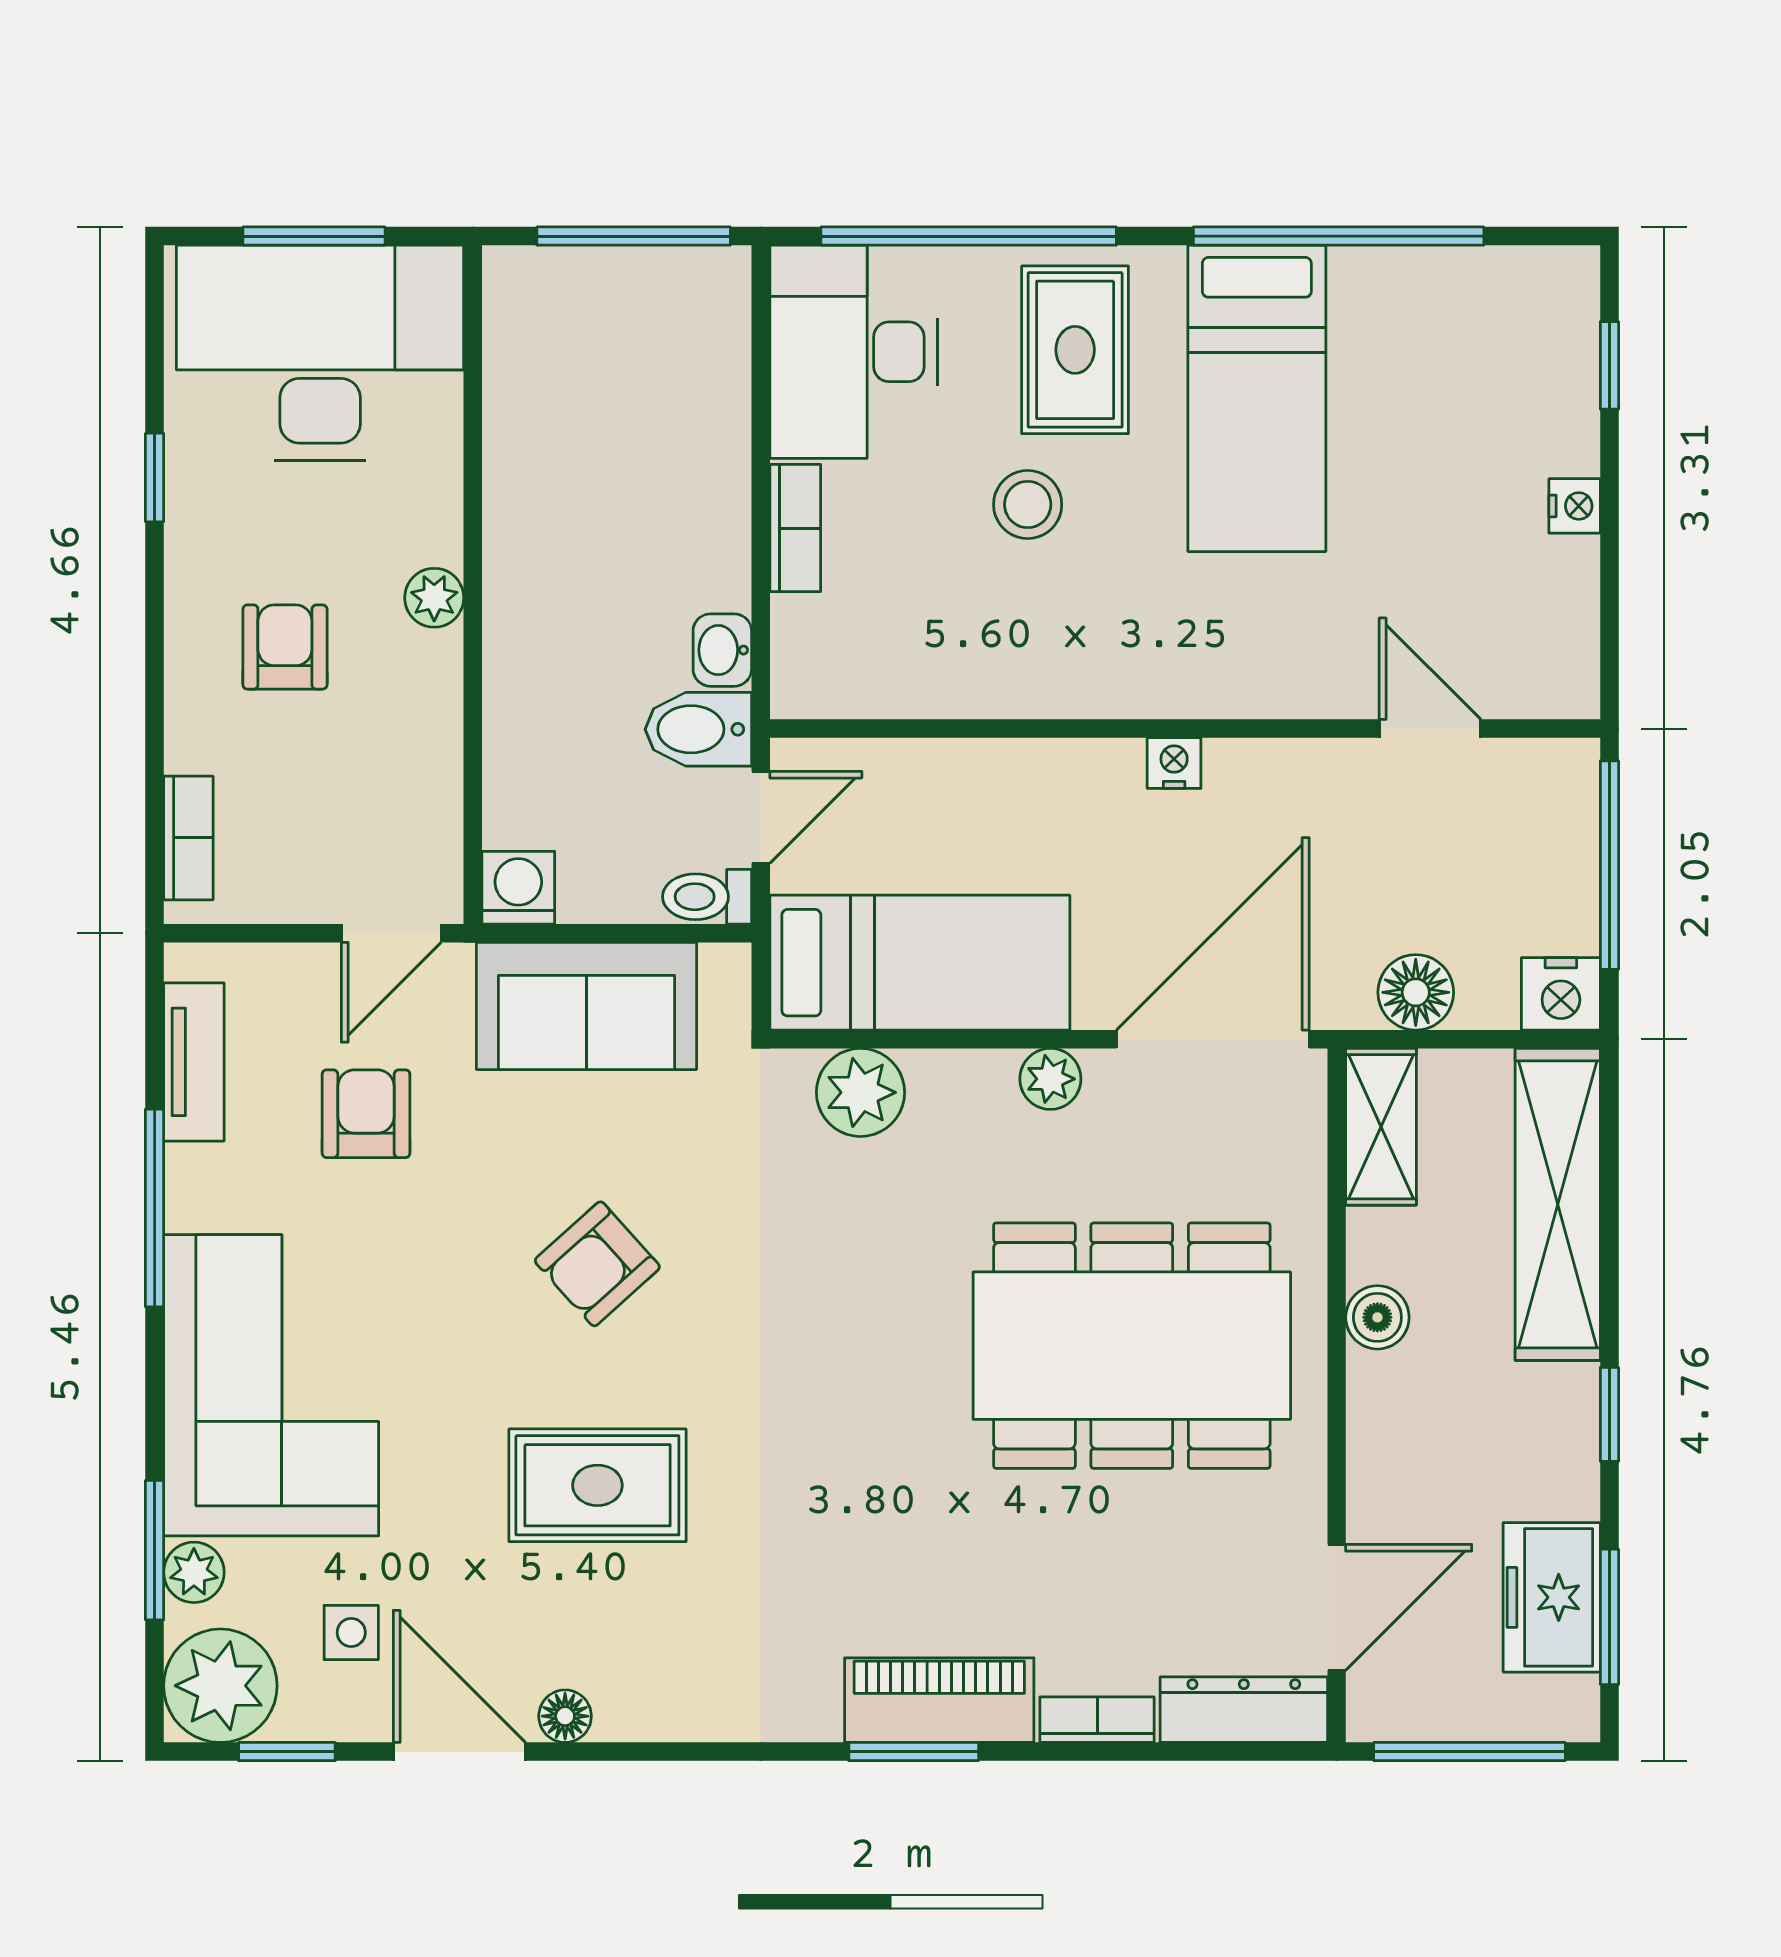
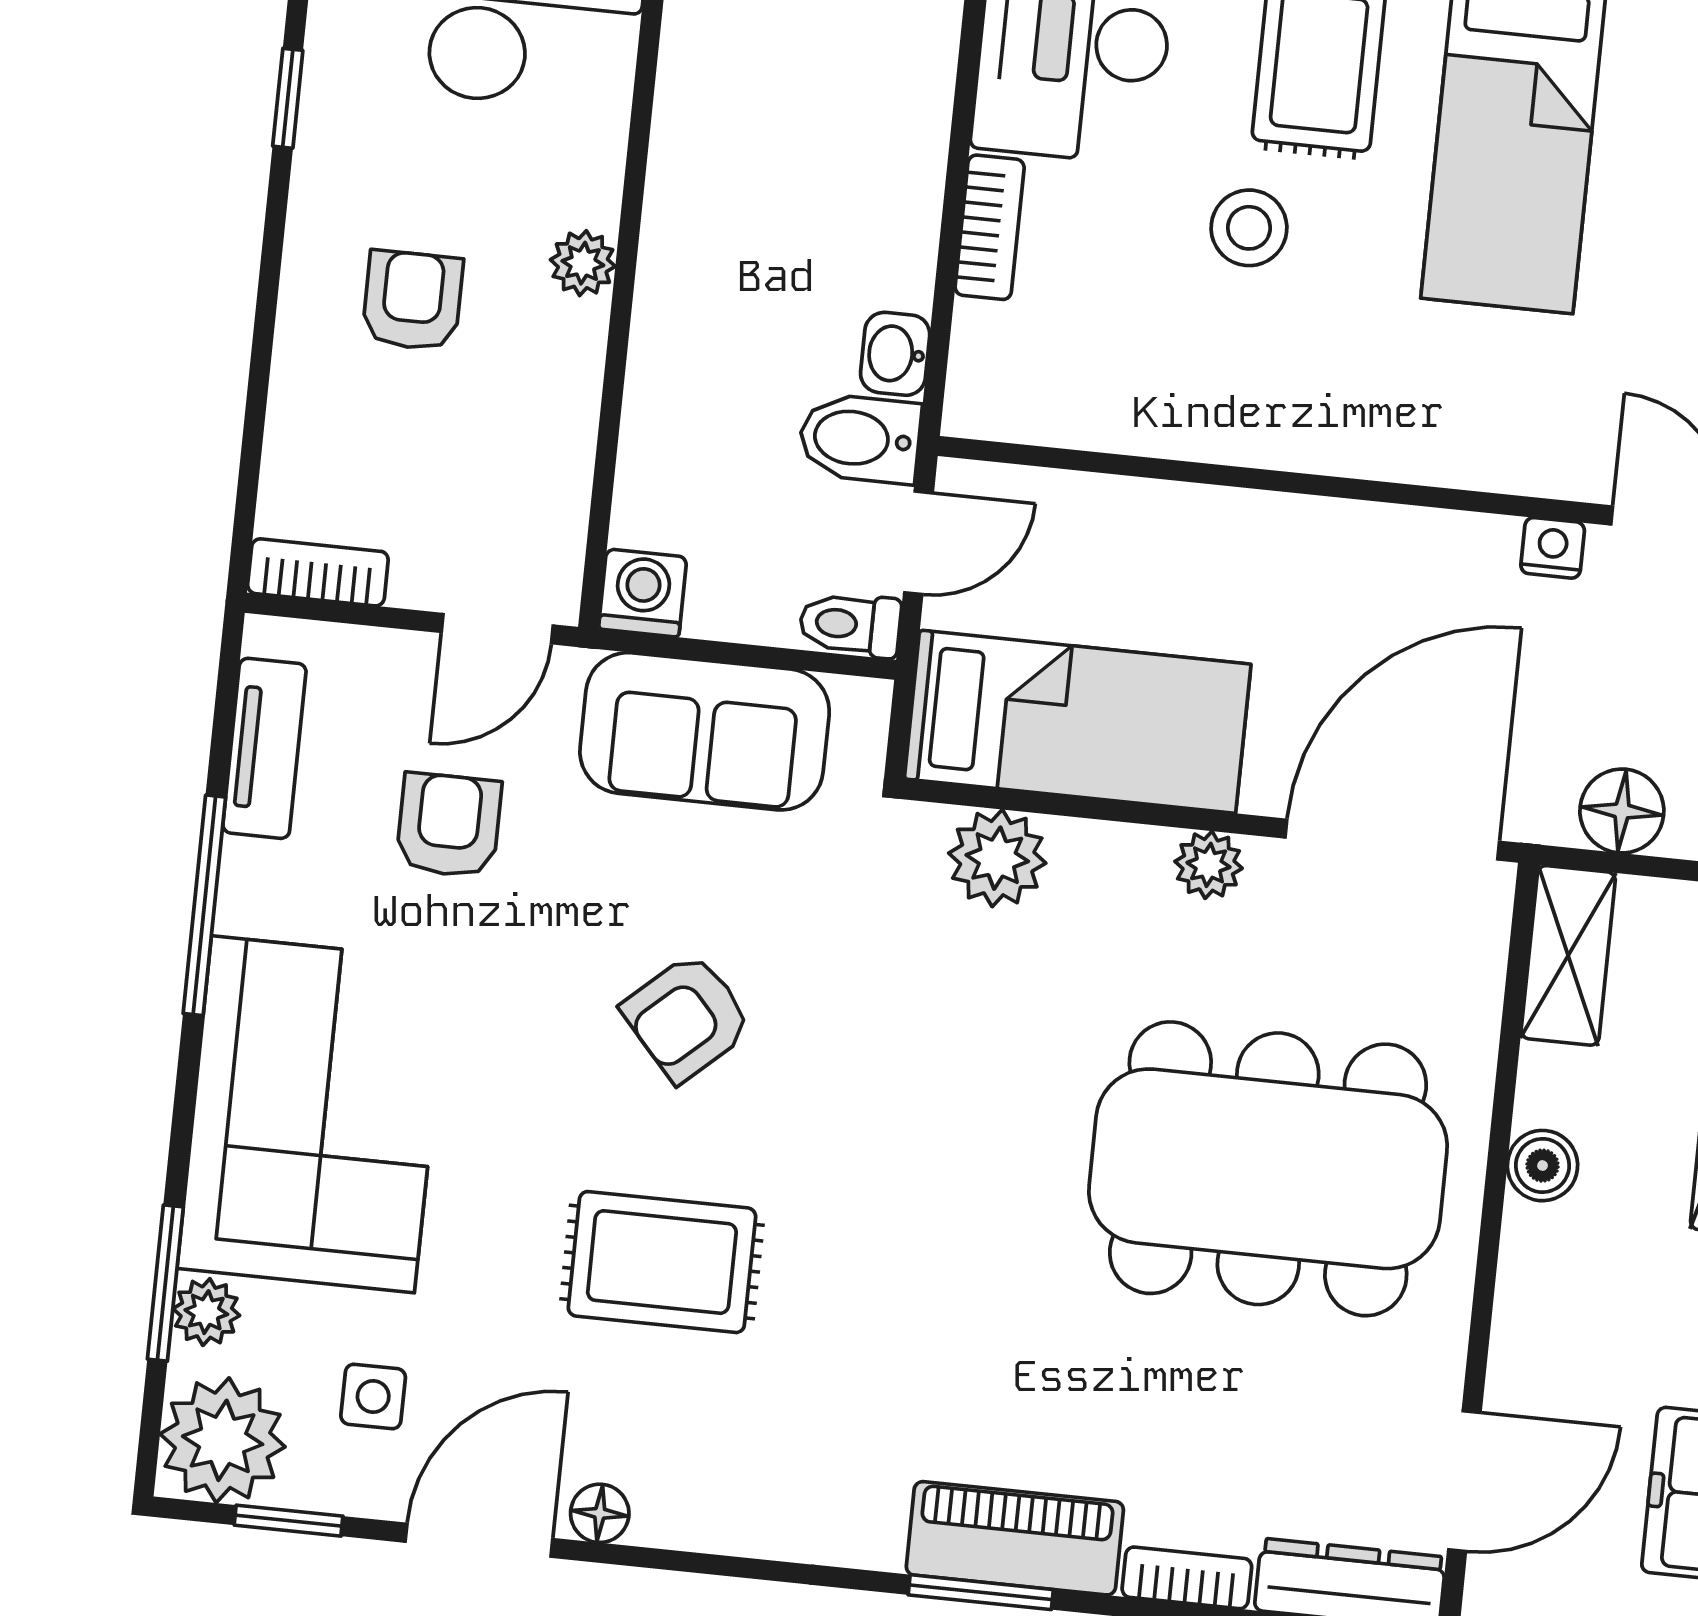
nightstand: (1174, 763) -> (1553, 548), moved
bookcase: (188, 838) -> (318, 572), moved, turned -90
door: (459, 1752) -> (479, 1540), hinge flipped

